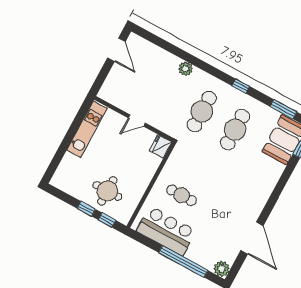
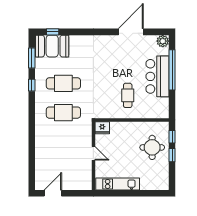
plant: (185, 69) -> (40, 139), removed
window: (241, 86) -> (32, 85), moved
bar counter: (166, 231) -> (157, 76), moved

